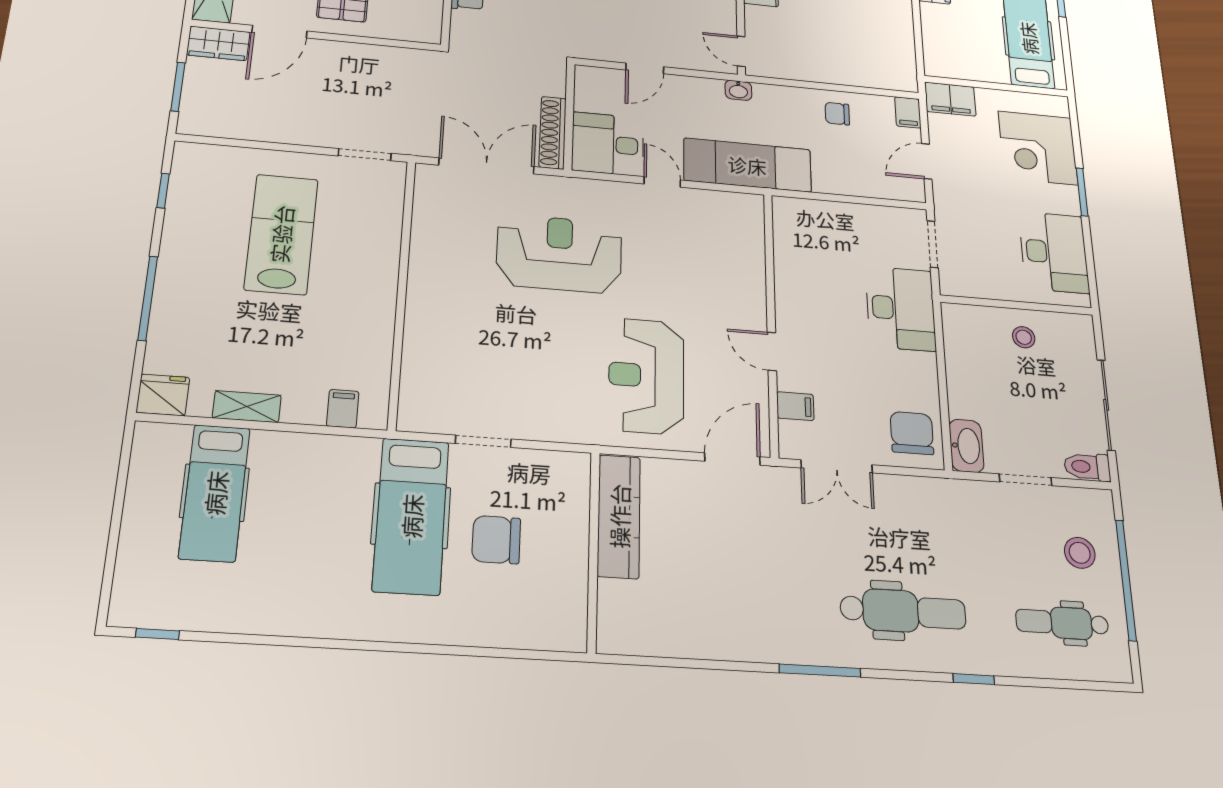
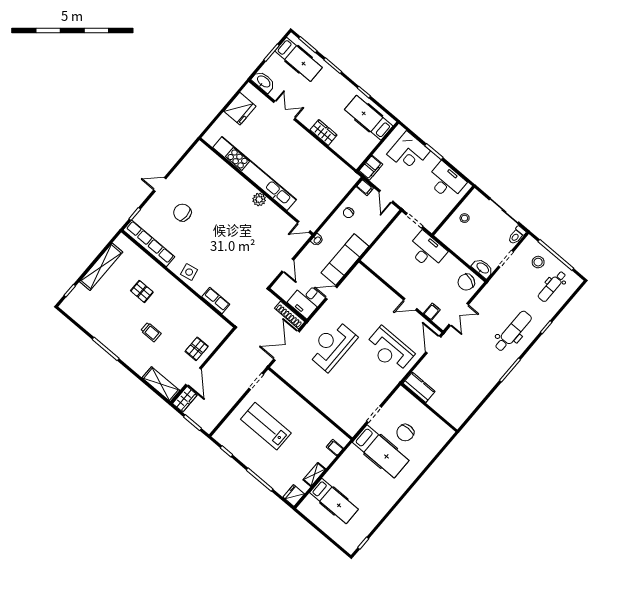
chair: (912, 433) -> (466, 282), turned -69
kitchen counter: (619, 516) -> (419, 387), width x0.67

